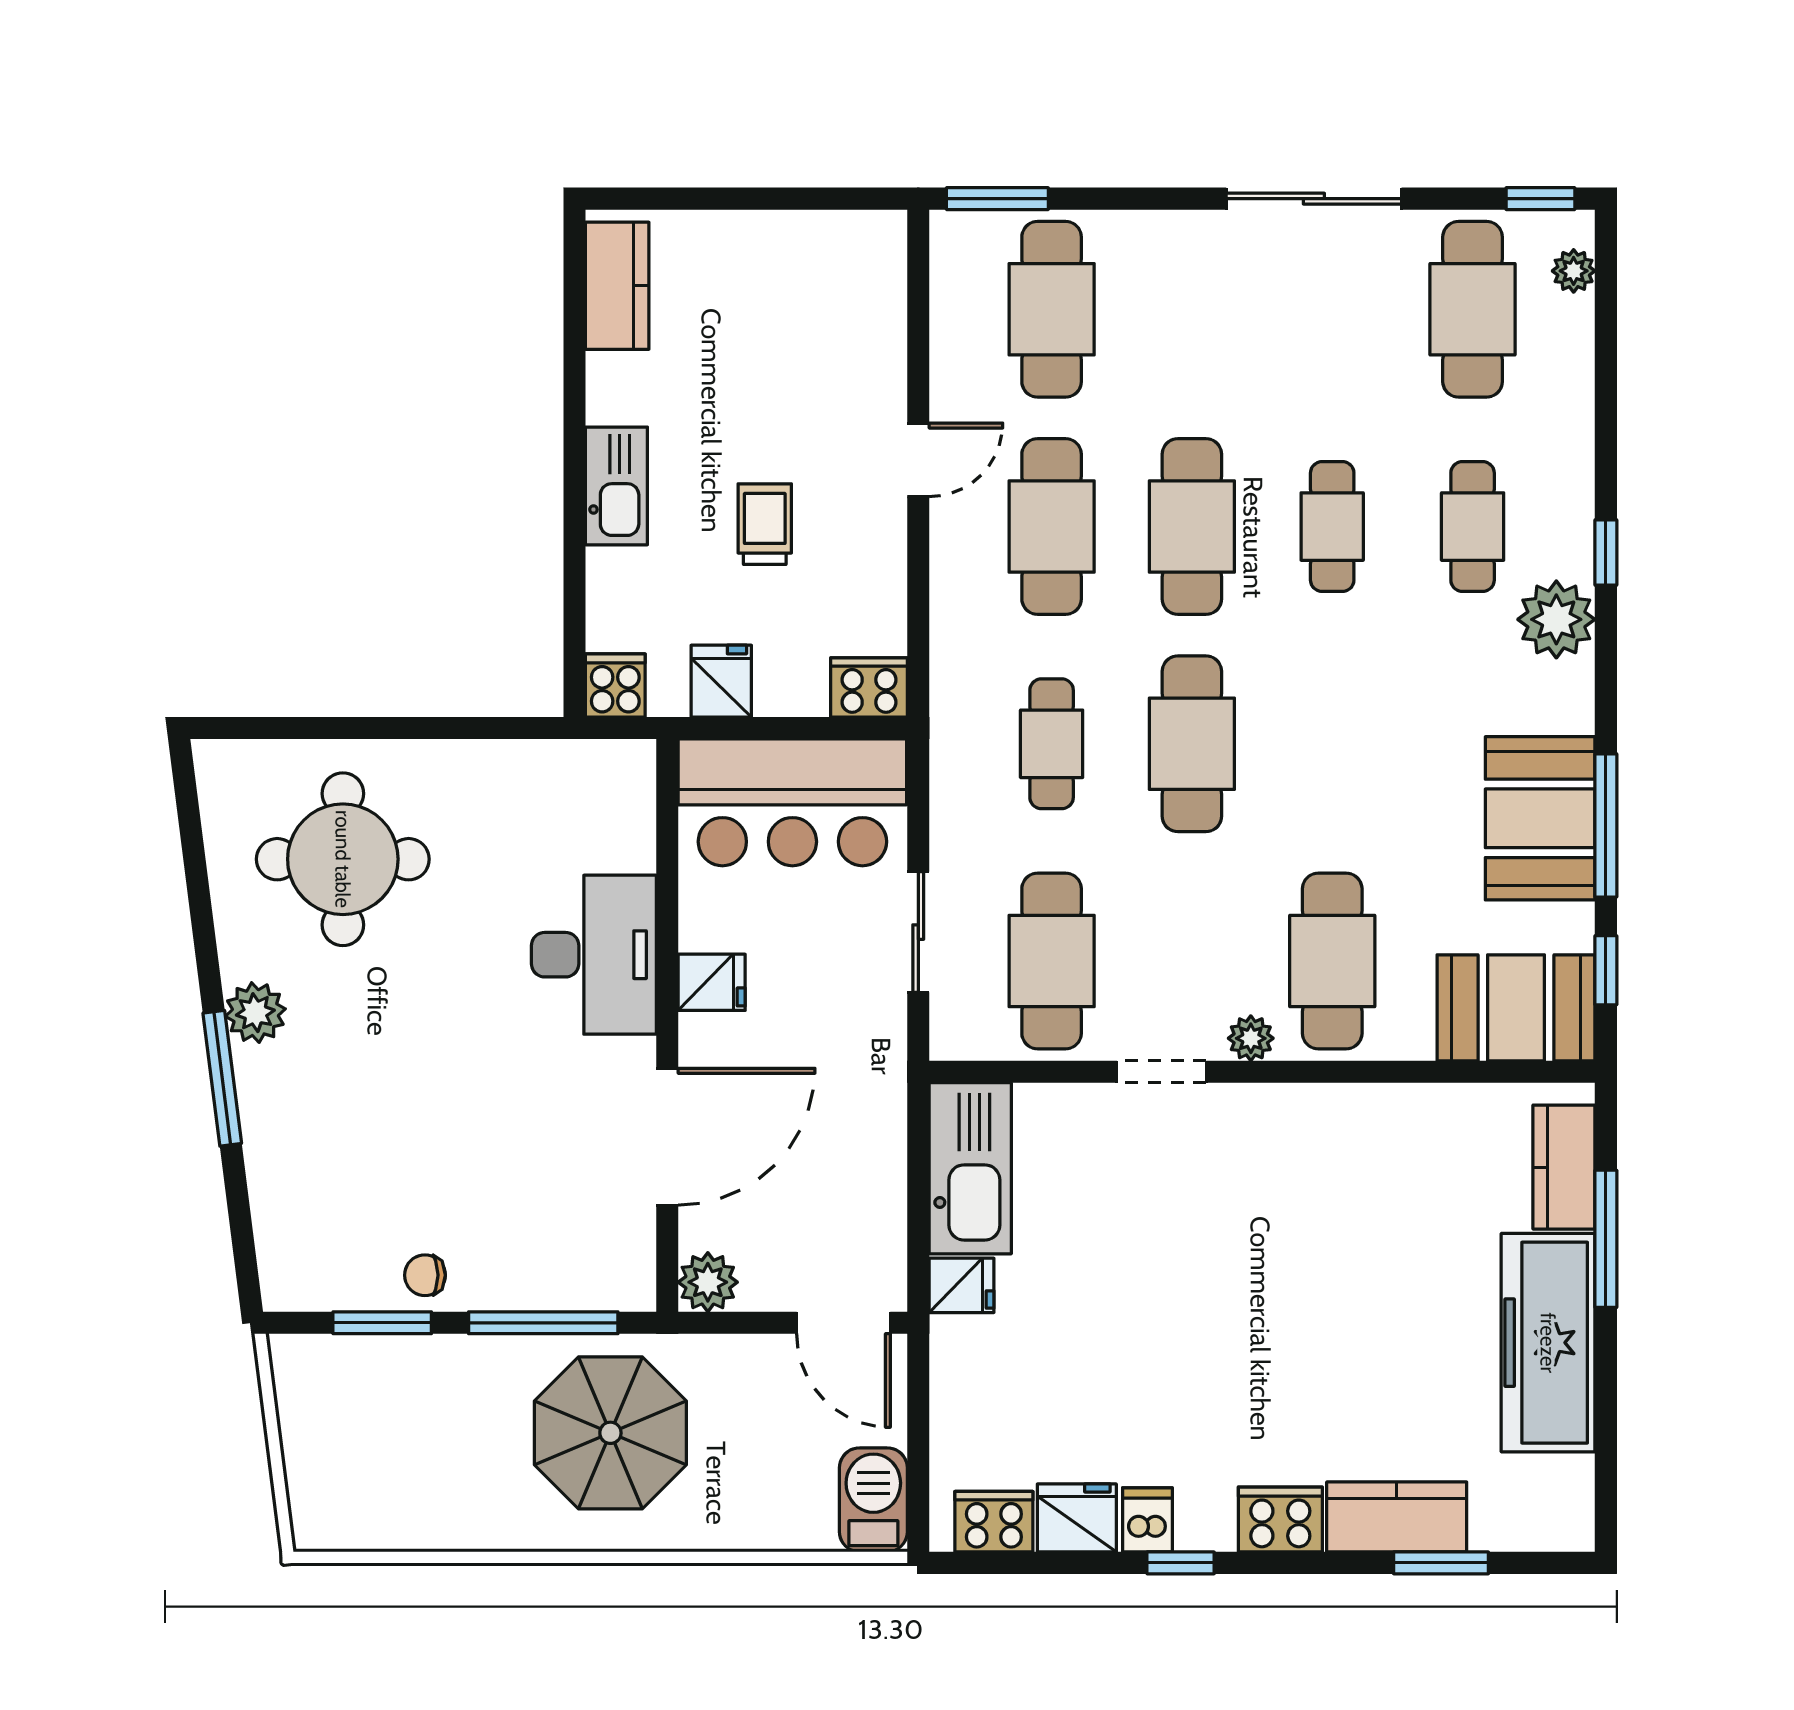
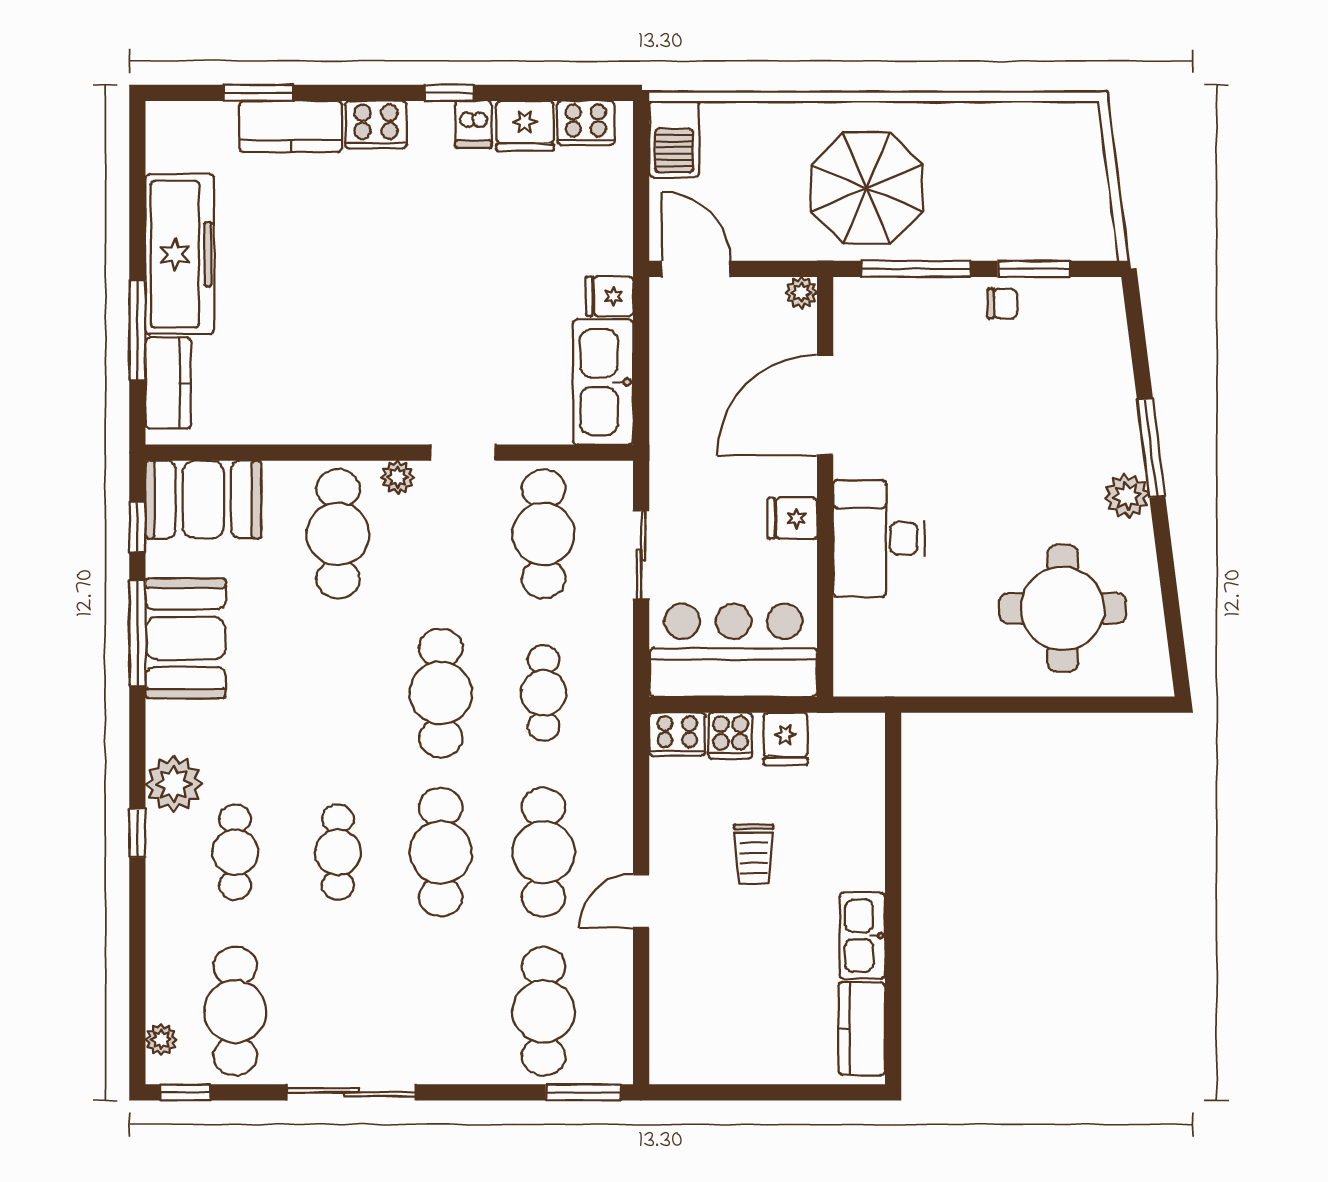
kitchen sink: (616, 486) -> (862, 936), moved
cooker: (615, 685) -> (730, 736), moved
plant: (708, 1282) -> (801, 293), width x0.73, depth x0.73

